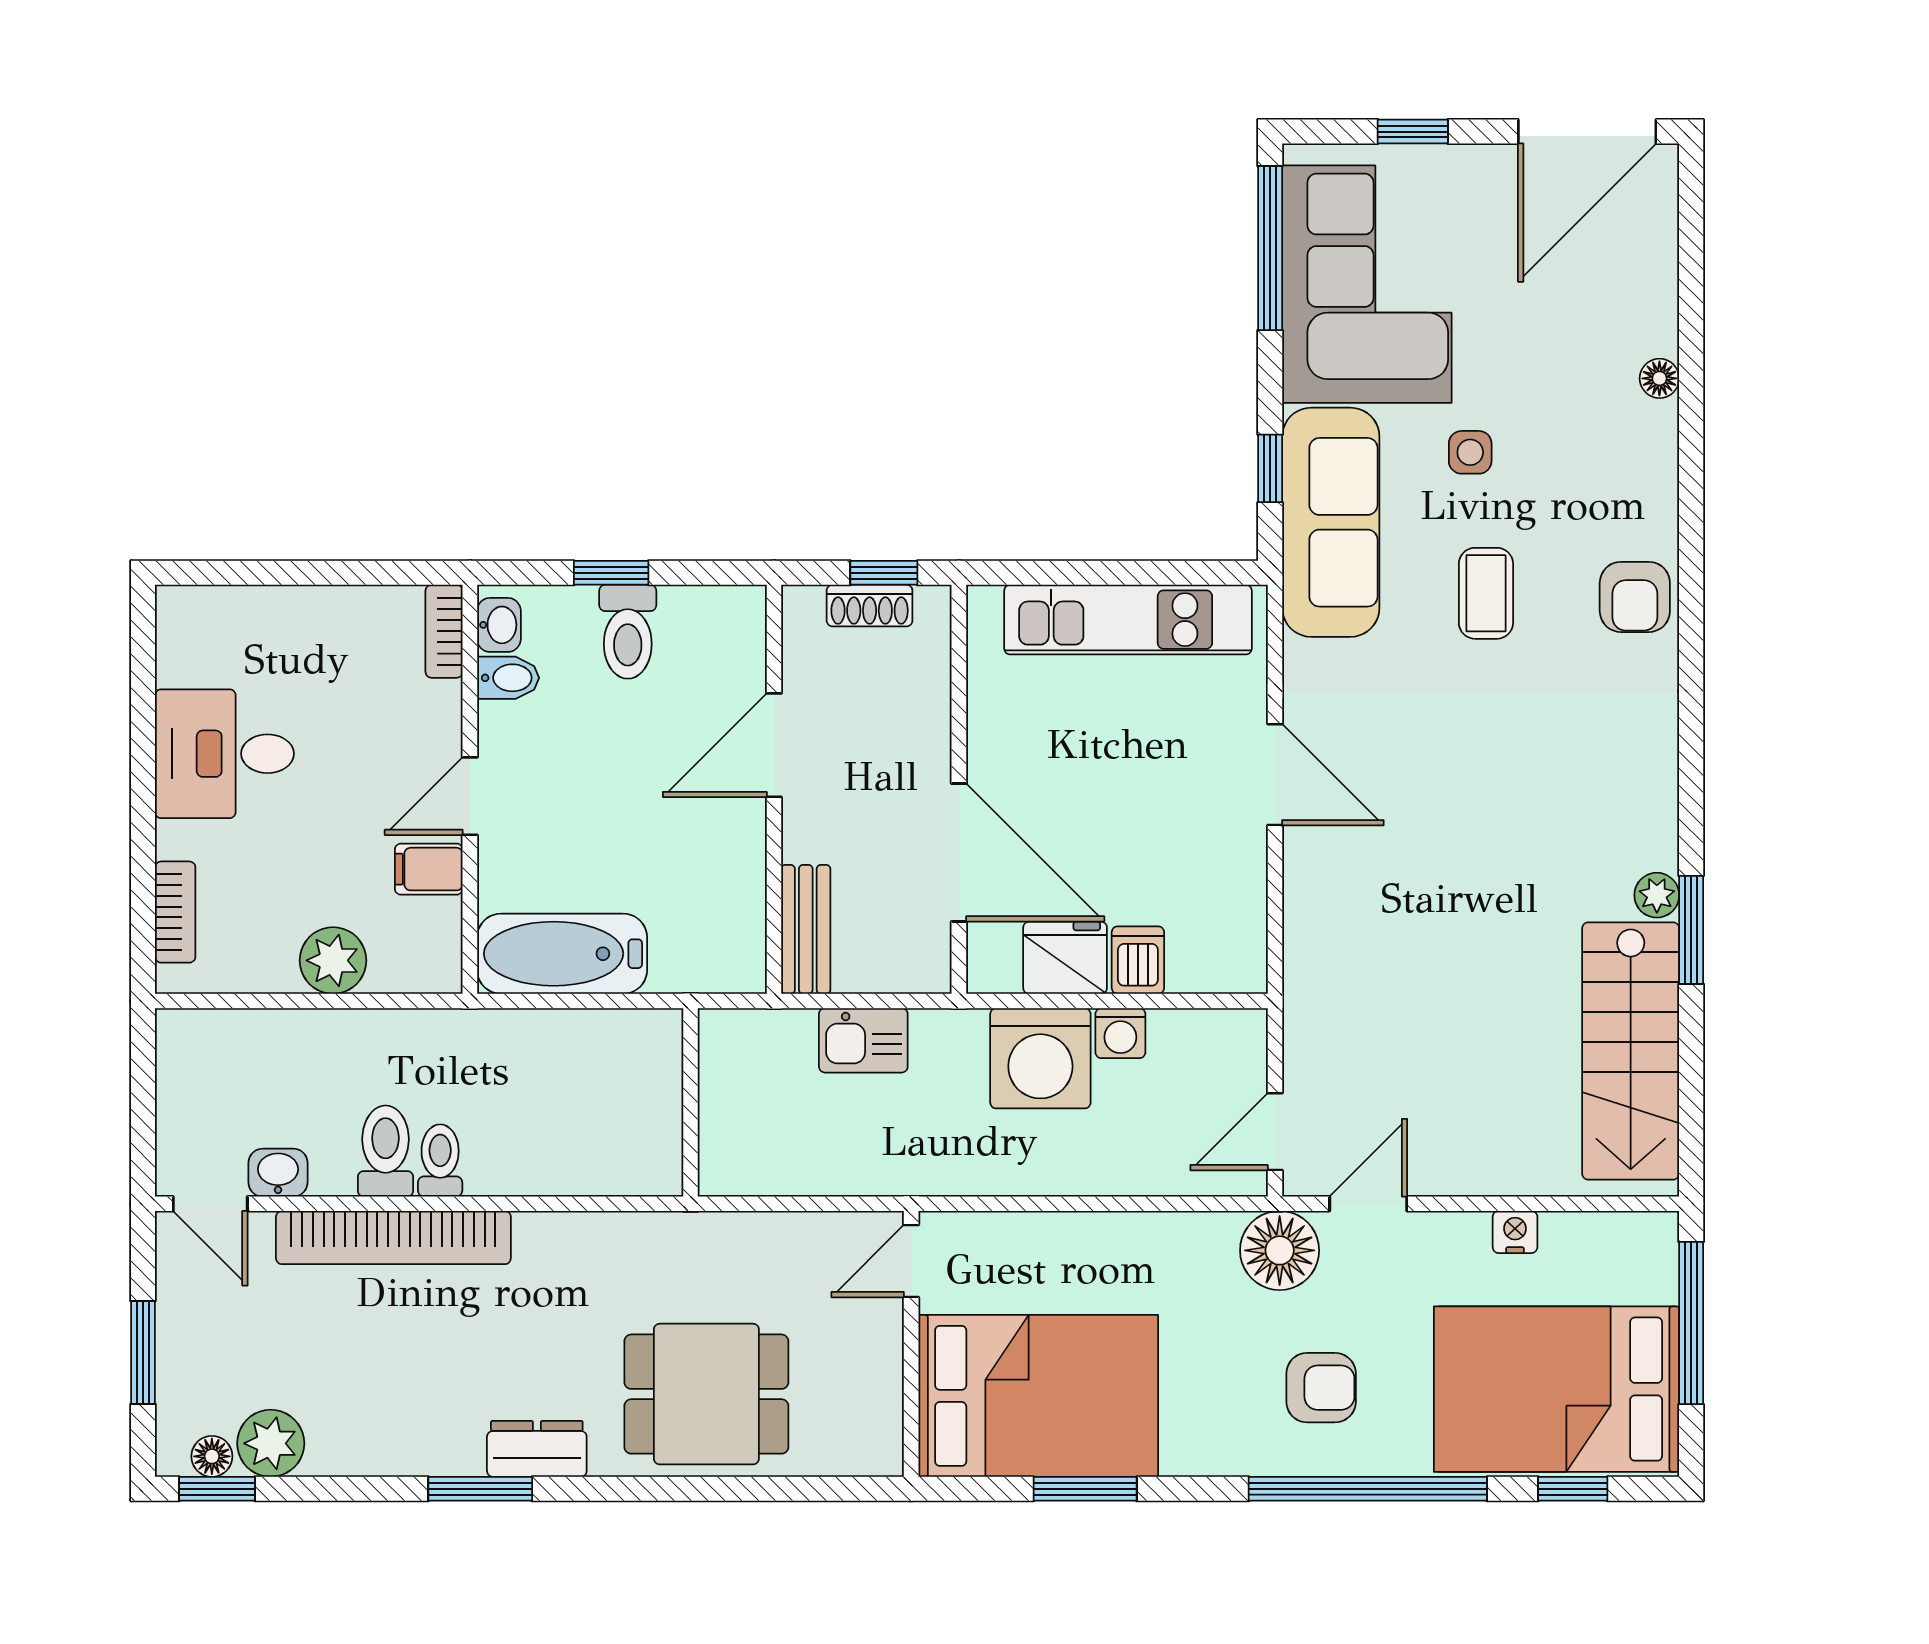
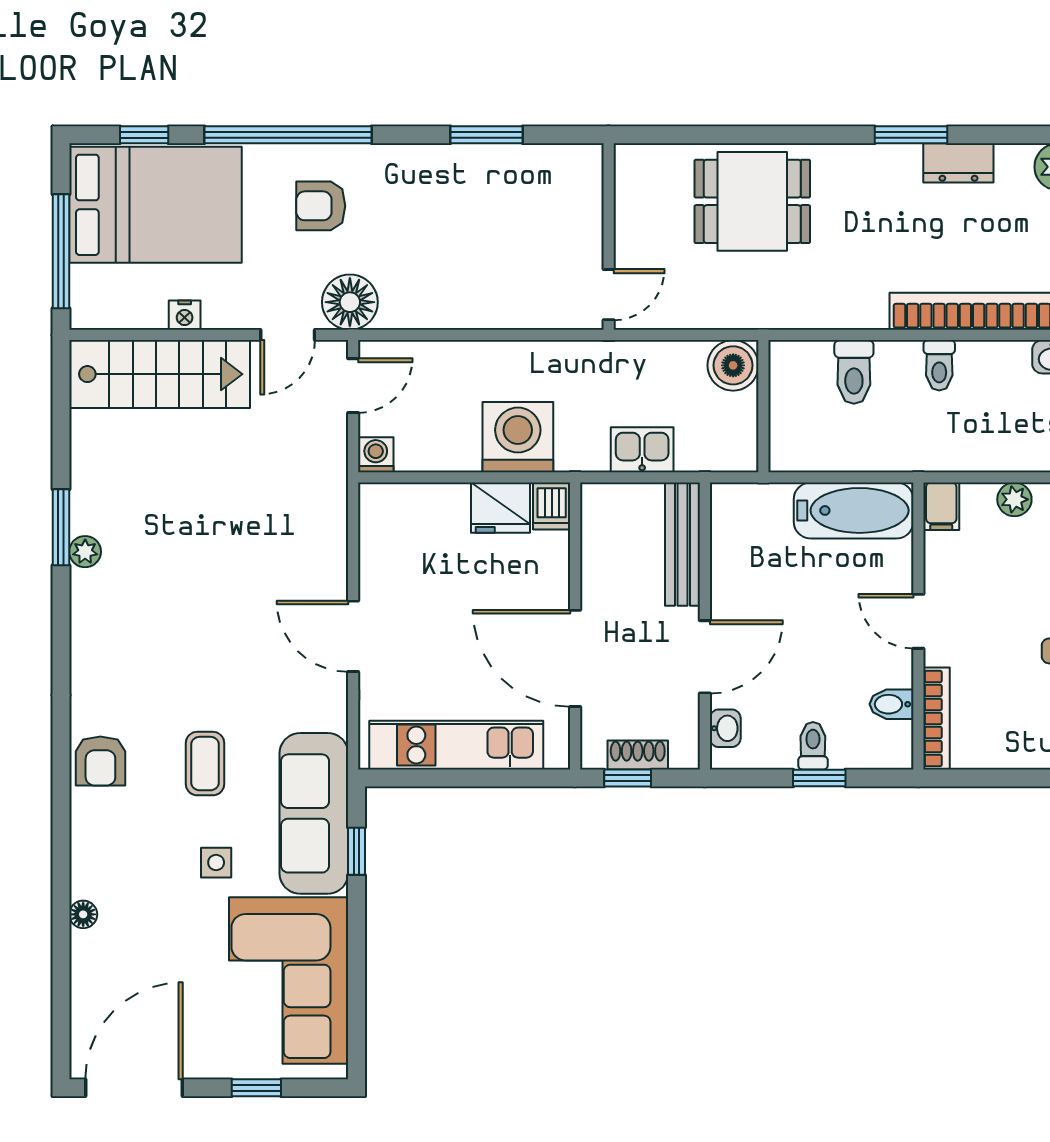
window: (1270, 248) -> (357, 1006), removed
armchair: (1635, 597) -> (100, 761), turned 180
washbasin: (499, 625) -> (725, 728), moved, turned 180
bookcase: (444, 631) -> (936, 719), width x1.56
toilet: (628, 632) -> (813, 746), width x0.73, depth x0.72
door: (470, 796) -> (918, 621), swing flipped
door: (959, 852) -> (575, 658), moved
filing cabinet: (429, 869) -> (941, 506), moved, turned 90
bench: (806, 929) -> (683, 544), width x1.36
plant: (333, 960) -> (1014, 499), width x0.73, depth x0.73
dishwasher: (1138, 960) -> (552, 506), moved
washing machine: (1120, 1033) -> (376, 455), moved
stairs: (1631, 1051) -> (160, 374), moved, turned 90
toilet: (385, 1151) -> (854, 372), moved
boiler: (734, 1160) -> (733, 365), added
bed: (1038, 1396) -> (519, 200), removed
dresser: (537, 1449) -> (958, 163), moved

